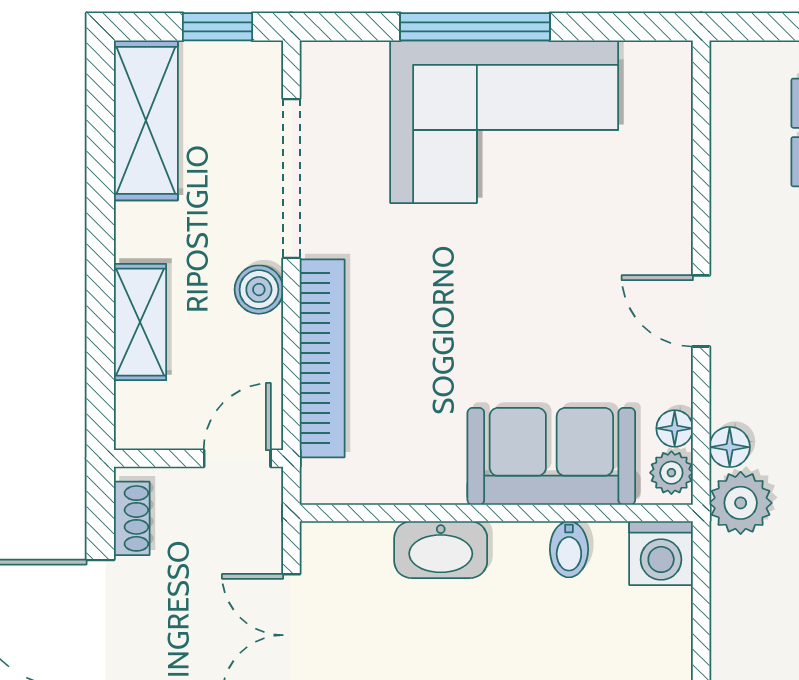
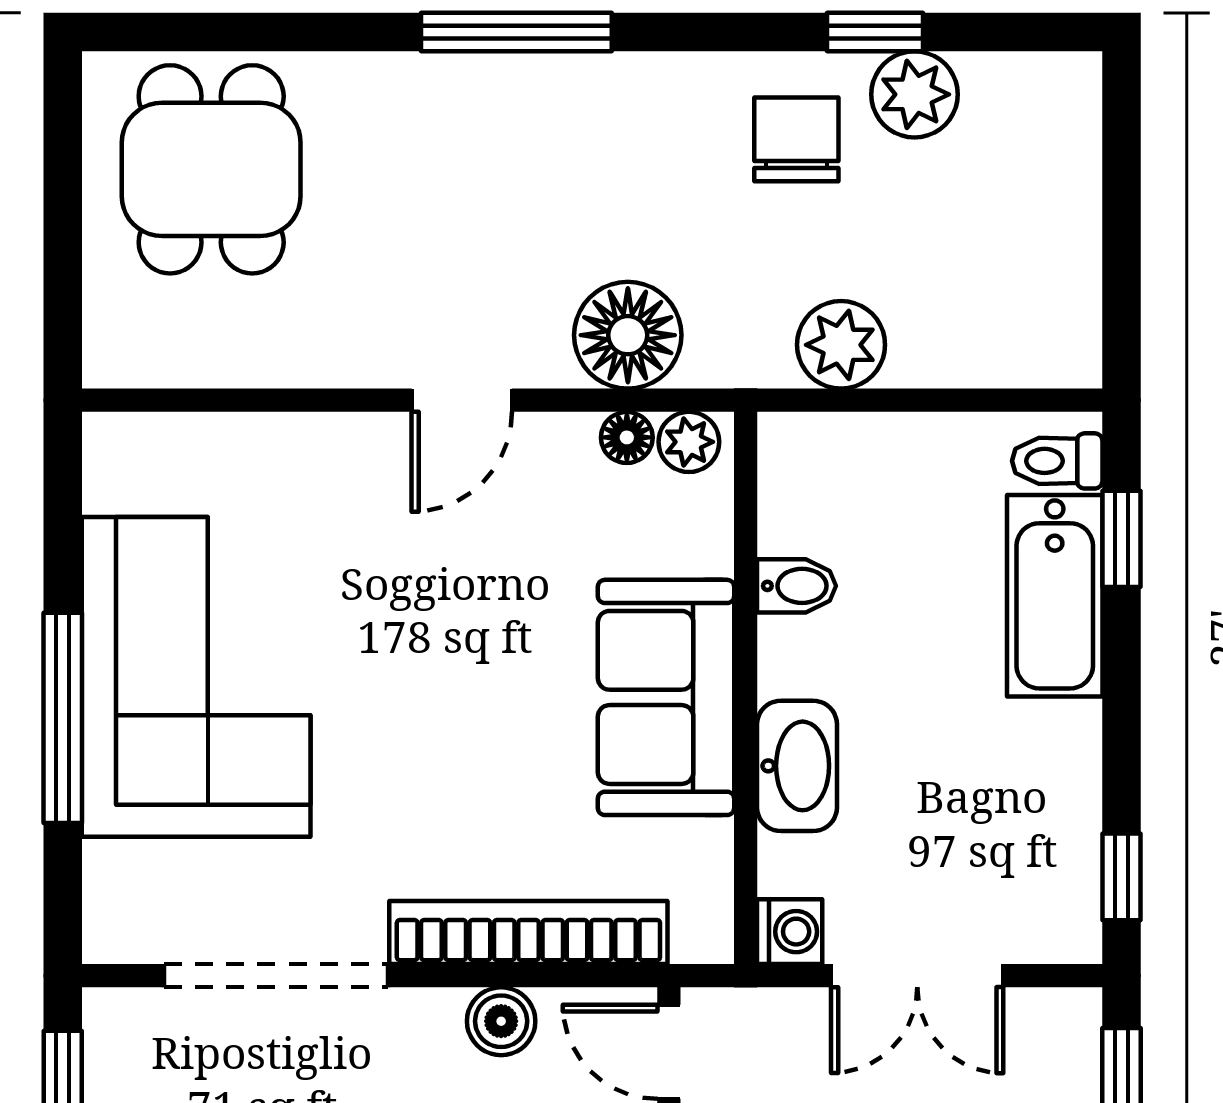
boiler: (259, 290) -> (501, 1021), moved
floor lamp: (730, 447) -> (628, 335), width x1.89, depth x1.89
sofa: (551, 456) -> (666, 697), moved
plant: (741, 503) -> (841, 345), moved
washing machine: (661, 553) -> (790, 932), moved, width x0.73, depth x0.73

